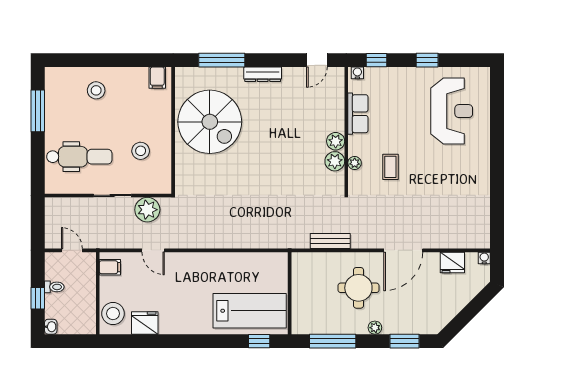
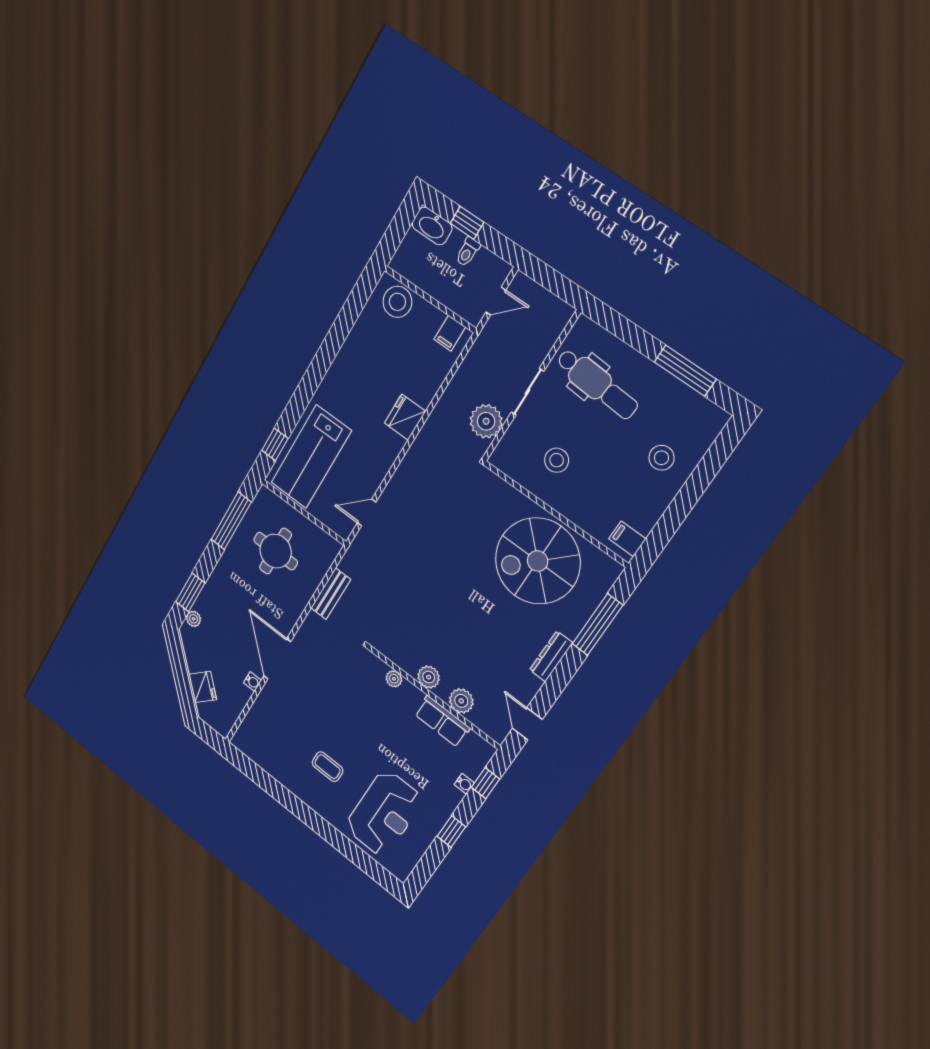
water cooler: (357, 73) -> (464, 784), moved
reception desk: (452, 111) -> (384, 813), turned -90
dental chair: (79, 157) -> (597, 384), turned -86
plant: (335, 161) -> (461, 701), moved
coffee table: (390, 167) -> (328, 767), moved
door: (153, 250) -> (367, 512), moved
water cooler: (484, 258) -> (252, 682), moved
fridge: (452, 262) -> (203, 687), moved, turned 135
round table: (358, 288) -> (276, 551), moved
fridge: (145, 323) -> (405, 417), moved, turned 180
washbasin: (51, 327) -> (432, 226), width x1.91, depth x1.45
plant: (375, 328) -> (194, 619), moved

